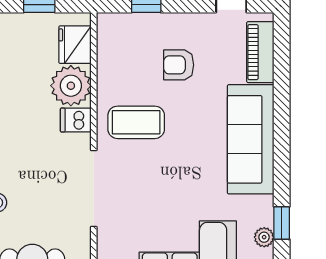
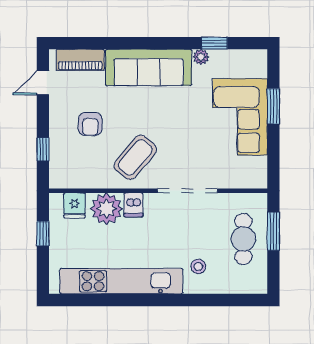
fridge: (75, 45) -> (74, 205), width x0.72
coffee table: (136, 122) -> (135, 157), turned 40
plant: (264, 237) -> (201, 57), moved

